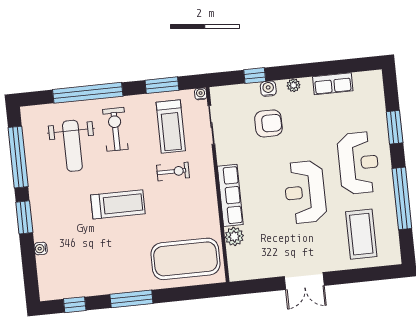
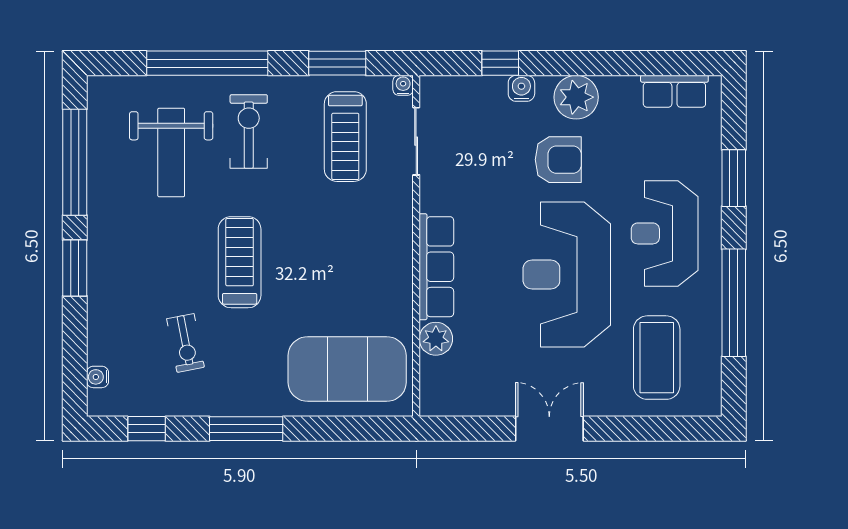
row of seats: (333, 84) -> (674, 91), moved
plant: (294, 85) -> (576, 97), width x1.88, depth x1.88
armchair: (268, 123) -> (558, 160), moved
reception desk: (358, 163) -> (665, 233), turned 180
exercise bike: (173, 171) -> (186, 343), moved, turned 79
reception desk: (305, 192) -> (567, 274), width x1.36, depth x1.30
treadmill: (118, 204) -> (240, 262), turned -90
water cooler: (41, 249) -> (98, 377), moved
double door: (304, 281) -> (549, 429), swing flipped

